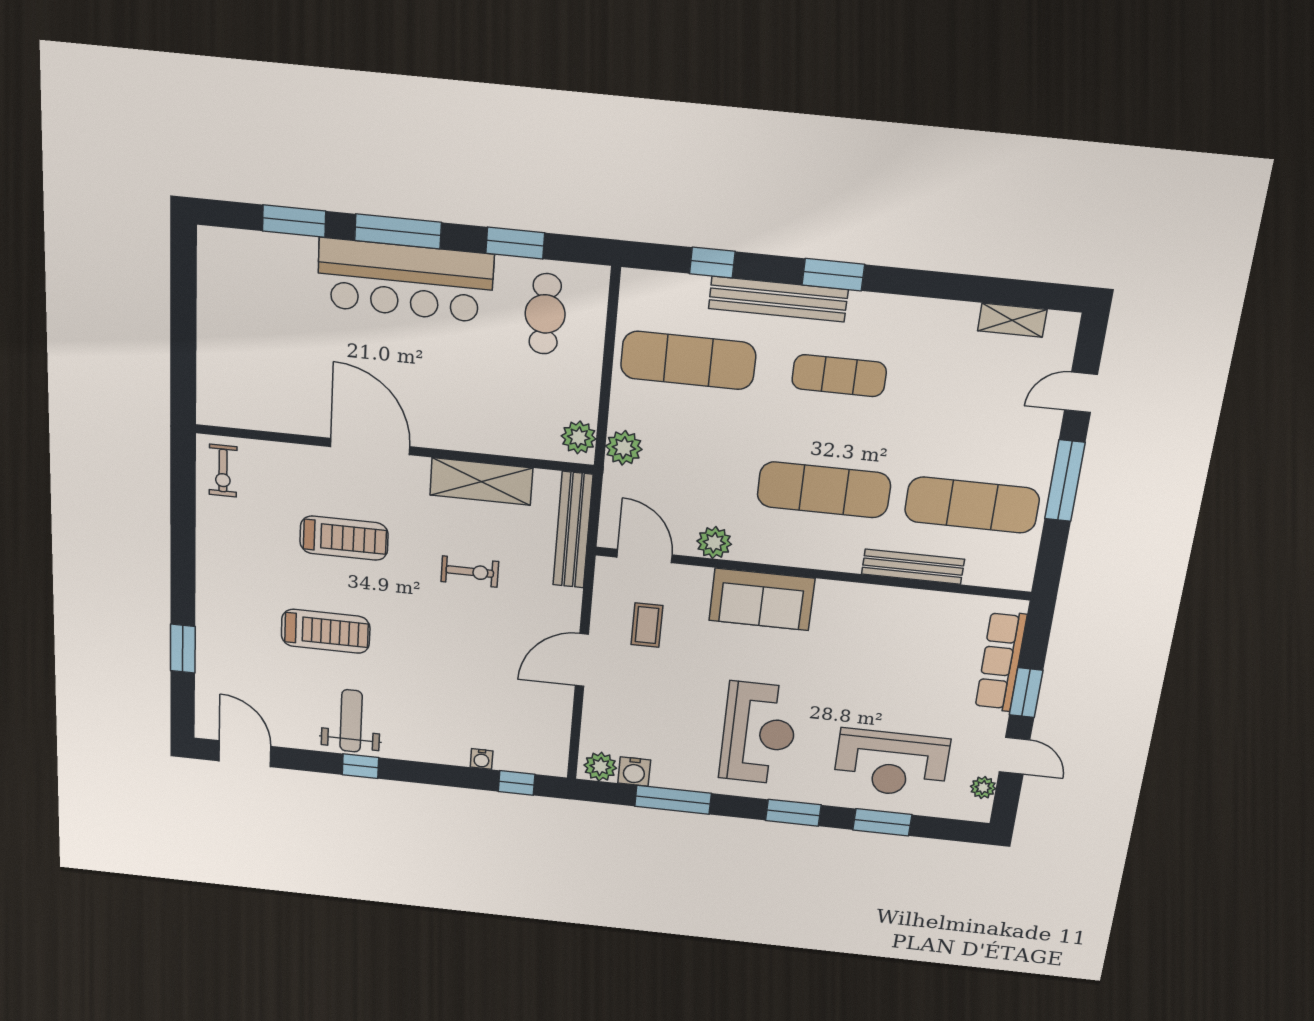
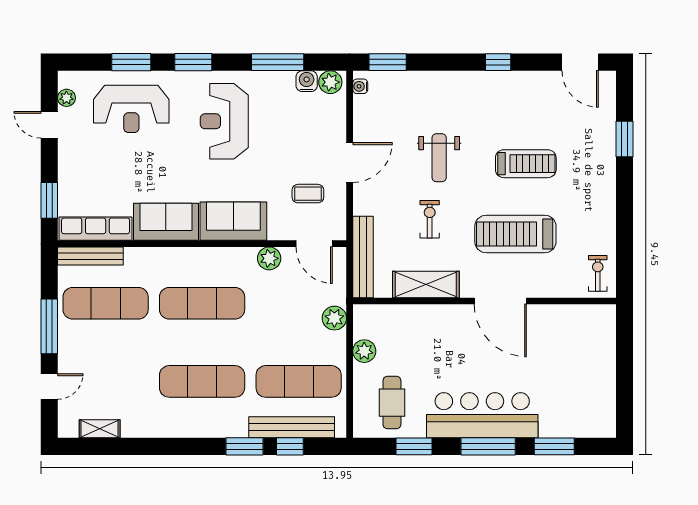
window: (833, 275) -> (244, 446), moved
bench: (778, 299) -> (292, 427), moved
exercise mat: (839, 376) -> (202, 381), width x1.36, depth x1.45
plant: (579, 437) -> (364, 351), moved
treadmill: (344, 538) -> (515, 234), width x1.37, depth x1.38
bench: (913, 567) -> (90, 256), moved
exercise bike: (470, 572) -> (430, 219), turned 90
sofa: (863, 609) -> (166, 222), added
coffee table: (647, 625) -> (308, 194), turned 90
treadmill: (326, 631) -> (526, 164), turned 180
row of seats: (1001, 661) -> (96, 229), moved, turned -90
window: (1026, 693) -> (49, 200), moved
weight bench: (351, 721) -> (439, 158), moved
water cooler: (482, 759) -> (360, 86), moved, turned -90
reception desk: (891, 763) -> (131, 109), turned 180
window: (517, 783) -> (388, 62), width x1.50

